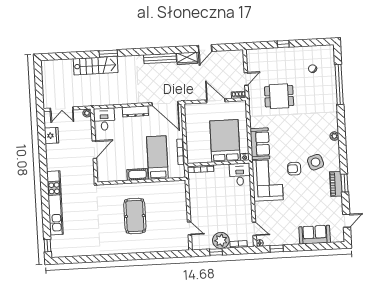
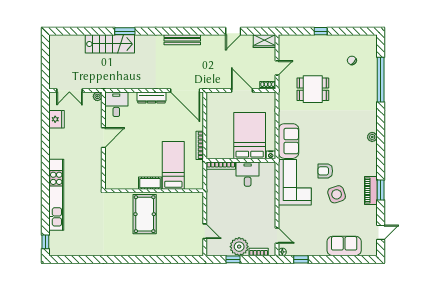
wardrobe: (187, 58) -> (264, 41), moved
bed: (157, 157) -> (173, 165), moved
side table: (316, 162) -> (337, 194), moved
cot: (137, 174) -> (150, 183), moved
desk: (240, 174) -> (248, 174), moved
wall: (141, 181) -> (154, 191), moved

